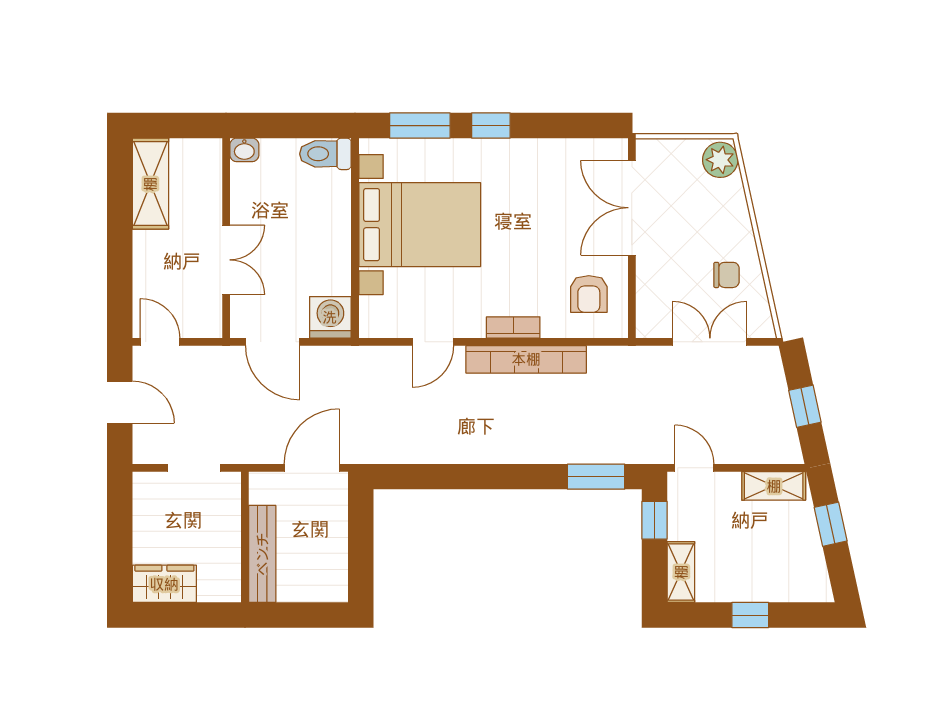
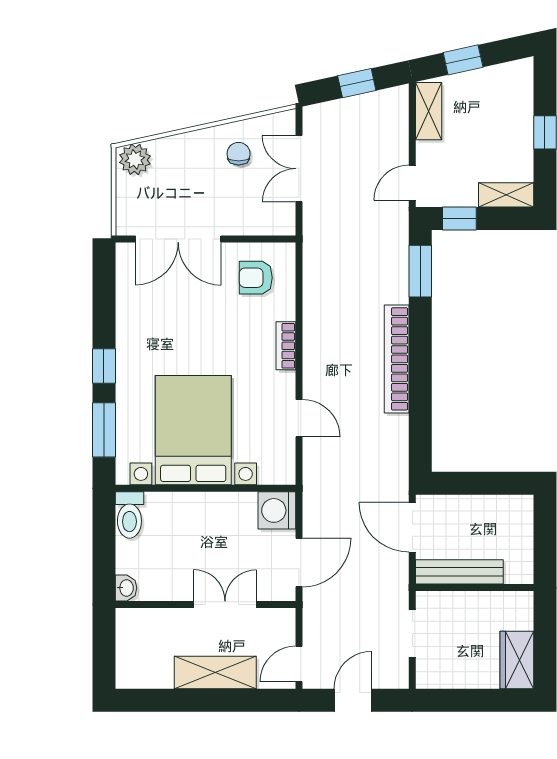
shelving: (150, 184) -> (215, 673), moved
armchair: (589, 294) -> (256, 278), turned 180
bookcase: (526, 359) -> (397, 359), moved, turned 180
bench: (262, 554) -> (459, 572), moved

